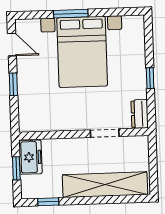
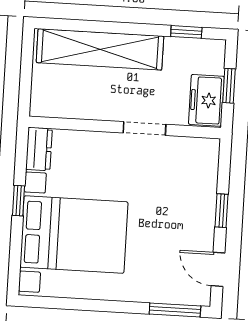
window: (71, 14) -> (175, 310), moved
bed with nightstands: (82, 52) -> (74, 235), moved, turned 90
doorway: (105, 133) -> (145, 129), moved

